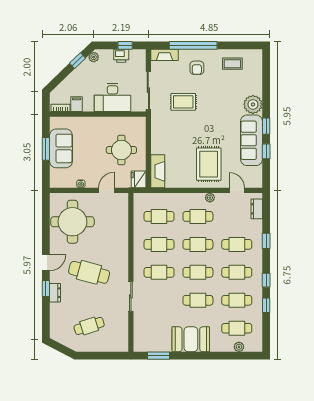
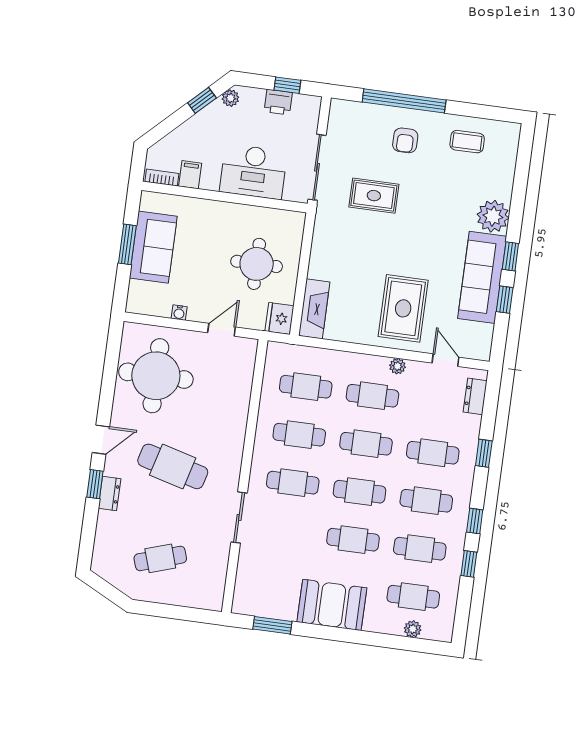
fireplace: (165, 55) -> (353, 111), removed

